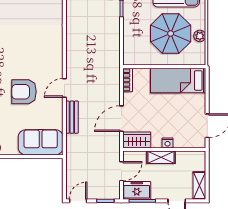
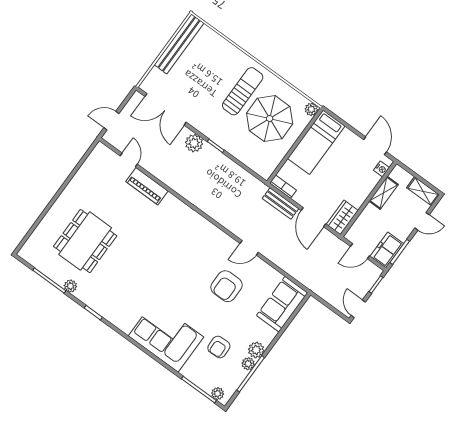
plant: (200, 36) -> (311, 109), moved
door: (64, 88) -> (249, 248), hinge flipped
bench: (72, 117) -> (280, 203), moved
nightstand: (168, 143) -> (381, 169), moved
shelving: (161, 157) -> (384, 193), moved
door: (121, 171) -> (360, 251), swing flipped

